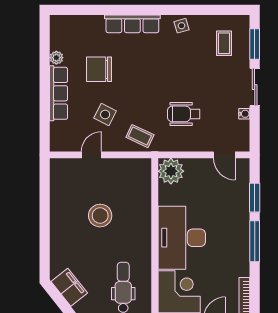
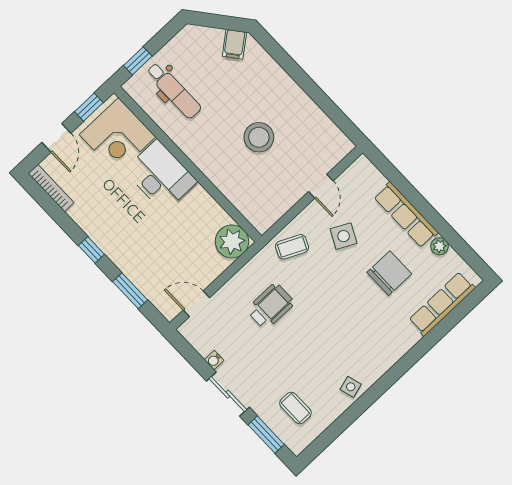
row of seats: (132, 24) -> (442, 304), moved
desk: (182, 238) -> (161, 176), width x0.73, depth x0.77
window: (255, 241) -> (91, 250), width x0.46
filing cabinet: (69, 287) -> (234, 44), width x0.50

